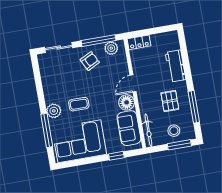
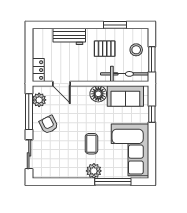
door: (133, 83) -> (61, 84), moved
window: (194, 107) -> (115, 25), width x0.69
bicycle: (148, 130) -> (125, 74), width x1.37, depth x1.40
window: (179, 145) -> (152, 59), moved

